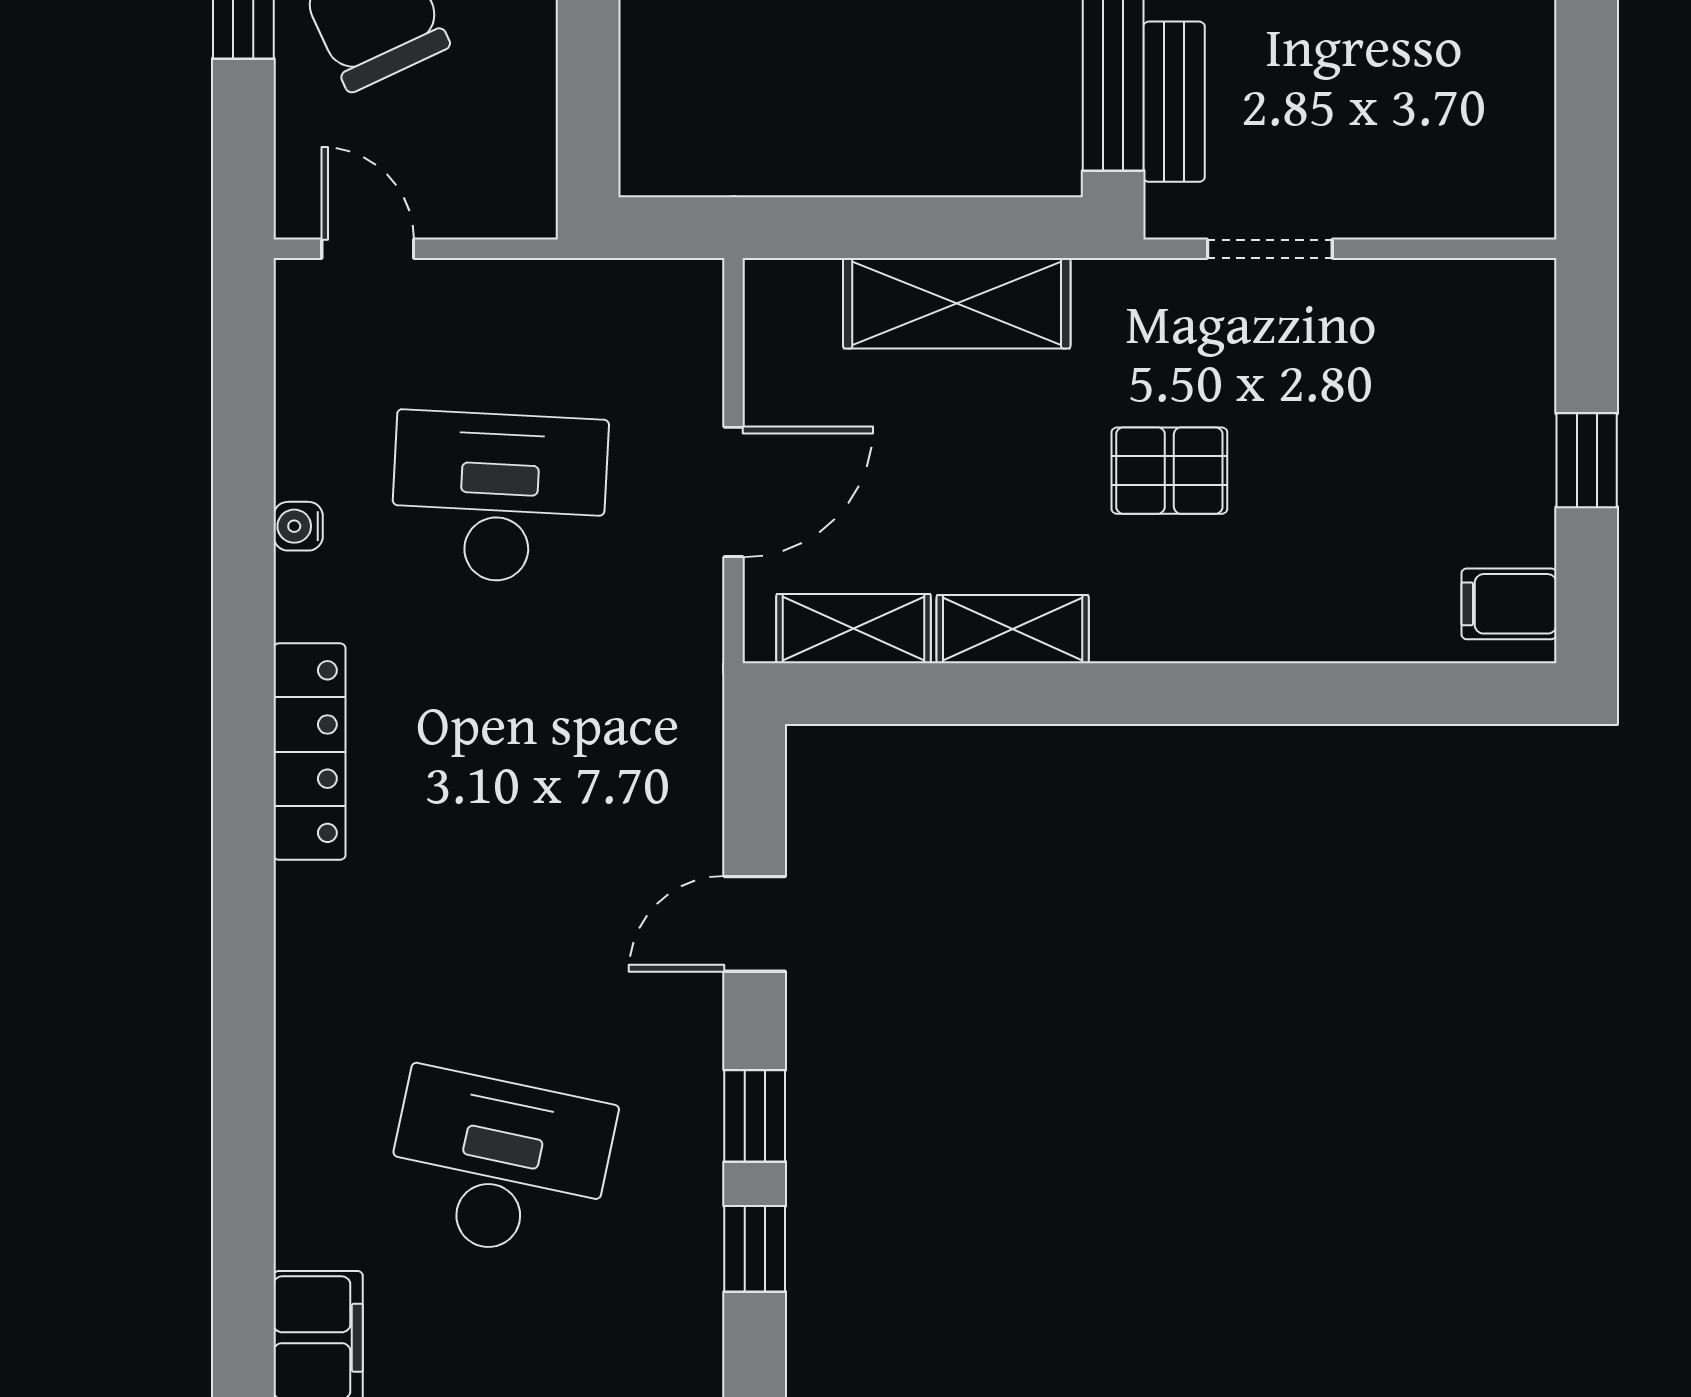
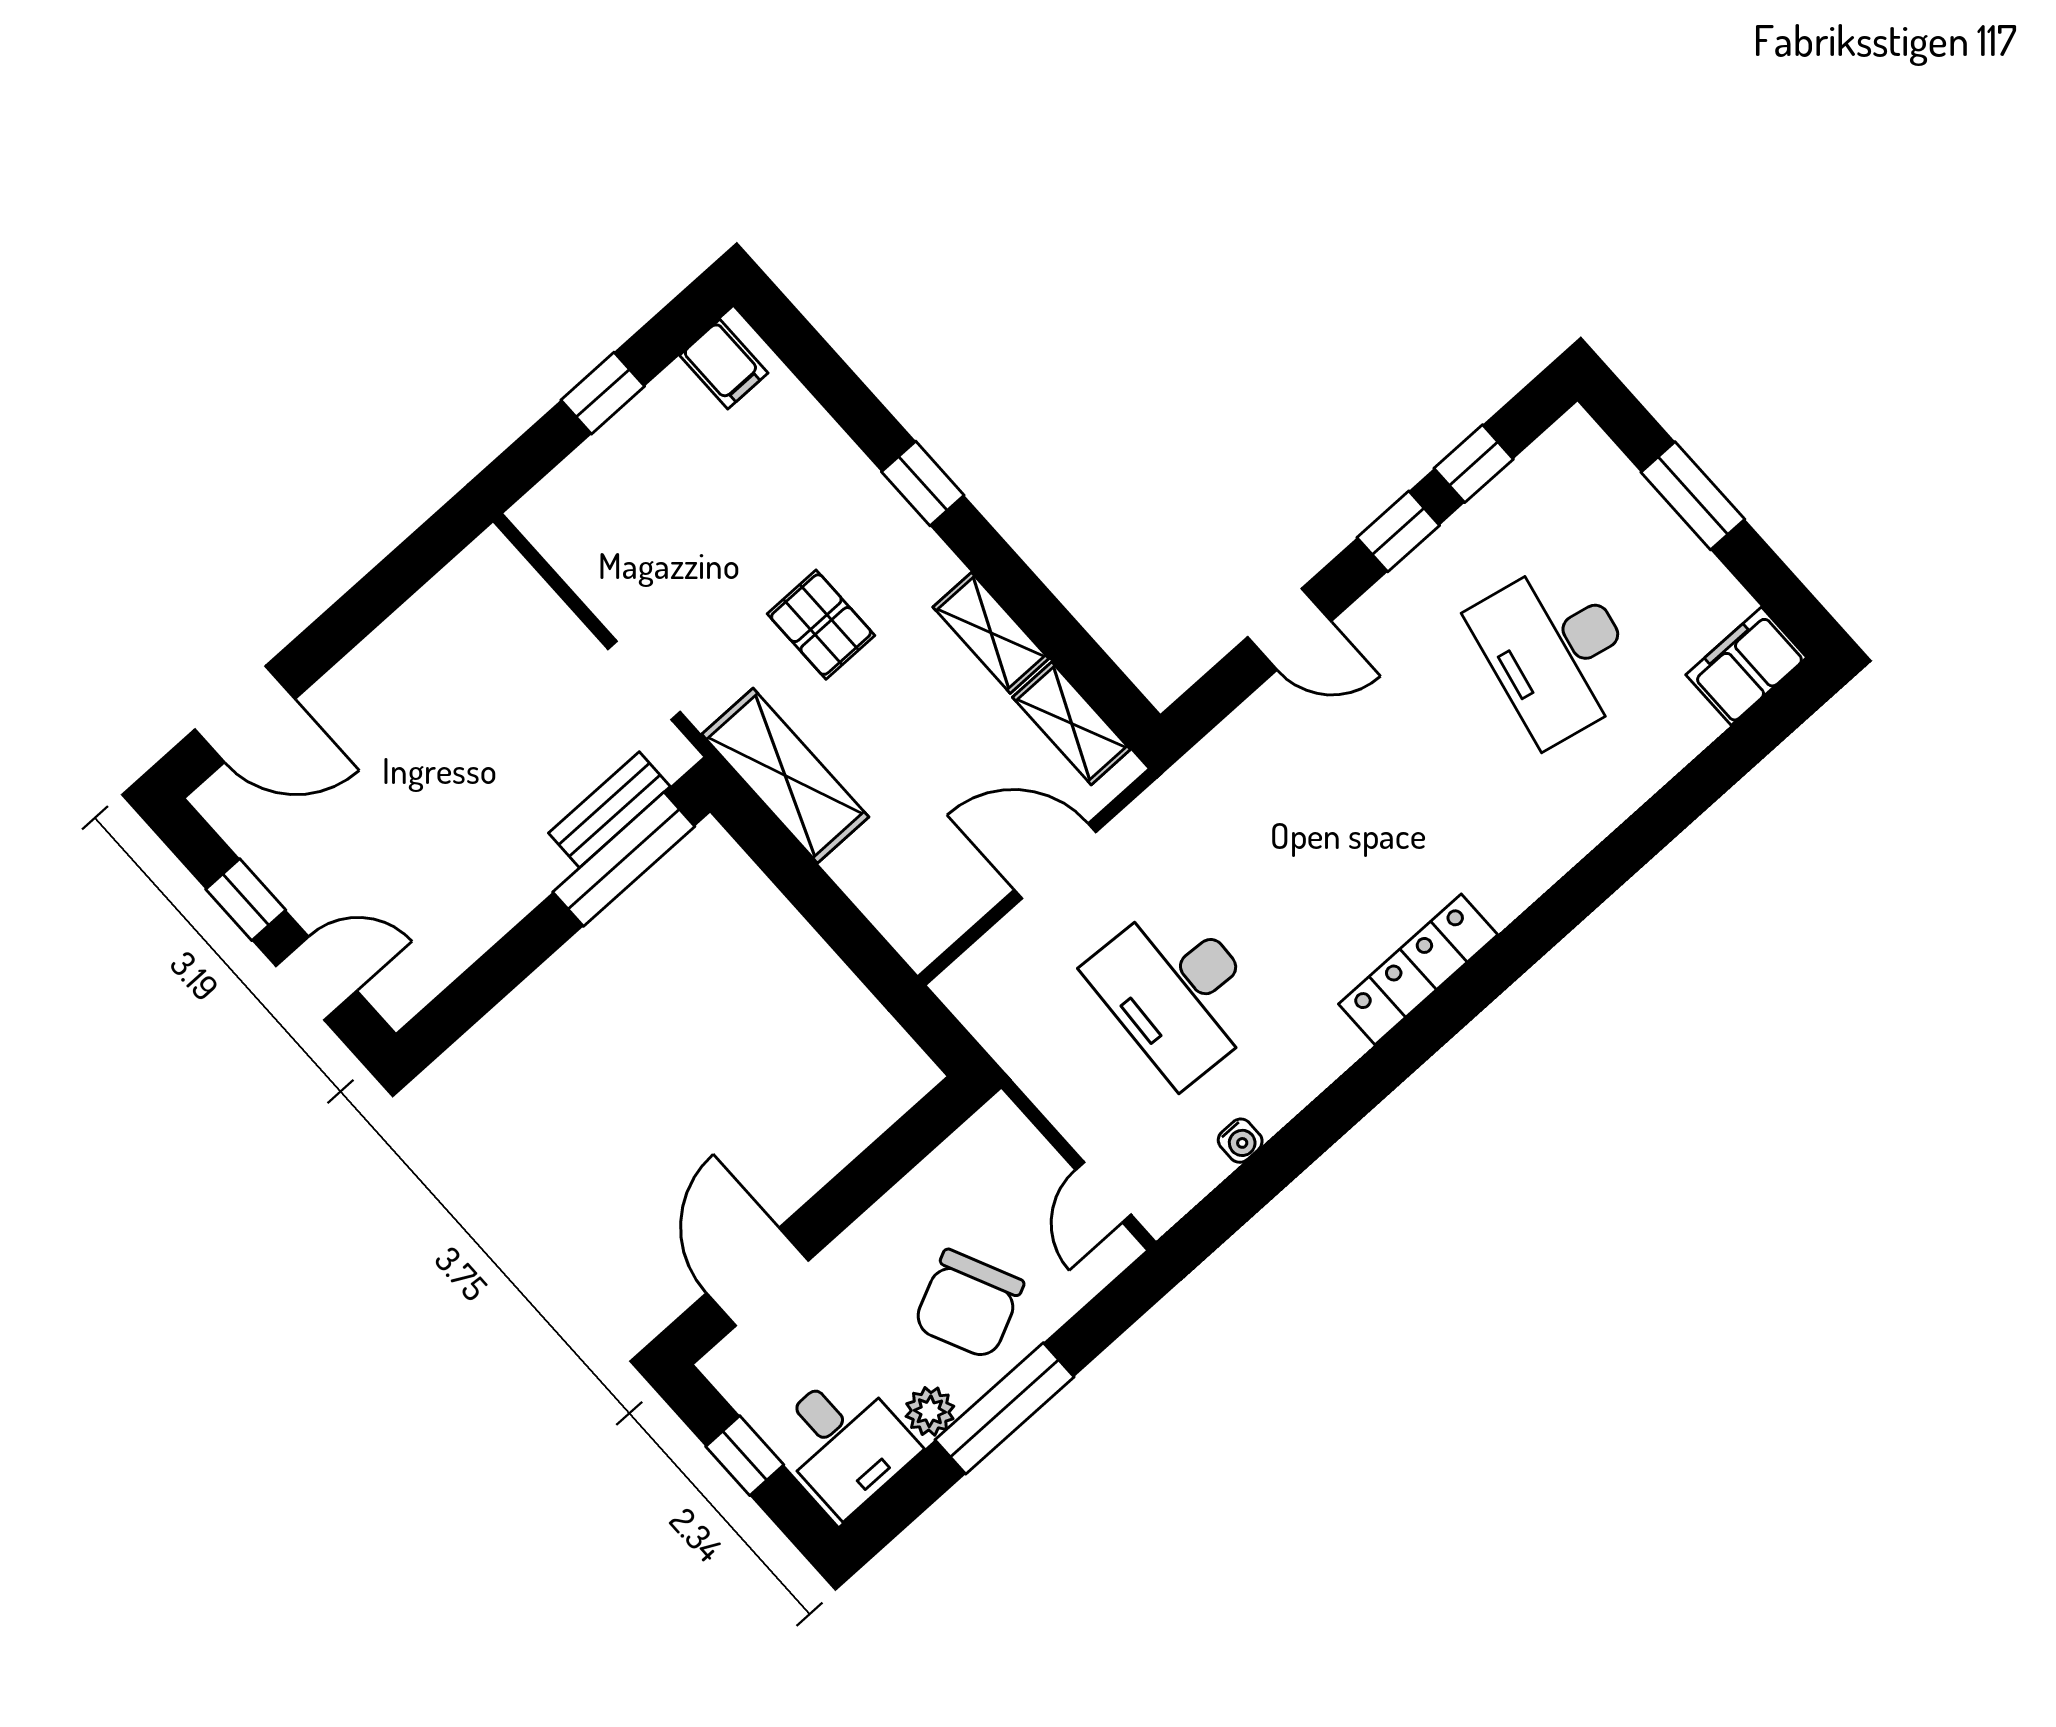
shelving: (957, 303) -> (785, 776), moved
water cooler: (298, 526) -> (1240, 1141), moved
window: (1218, 694) -> (923, 484), added

